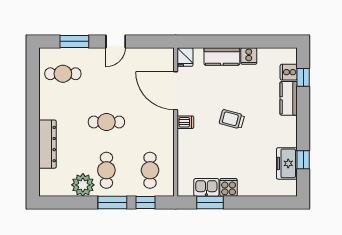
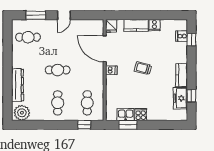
kitchen counter: (289, 98) -> (181, 75), moved
plant: (83, 185) -> (22, 113), moved
window: (112, 202) -> (62, 125), removed

